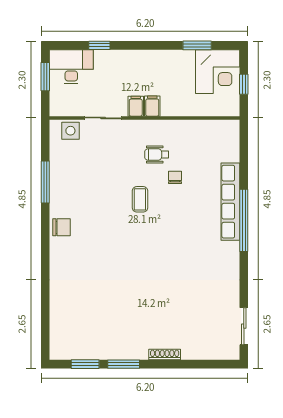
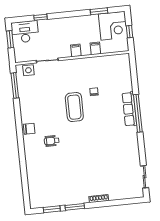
filing cabinet: (136, 106) -> (95, 48), moved
wheelchair: (157, 155) -> (52, 141), moved
window: (45, 182) -> (15, 85), moved
coffee table: (140, 199) -> (74, 107), width x1.86, depth x1.72
row of seats: (230, 202) -> (129, 109), width x0.73

